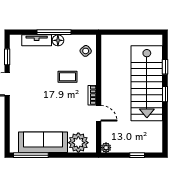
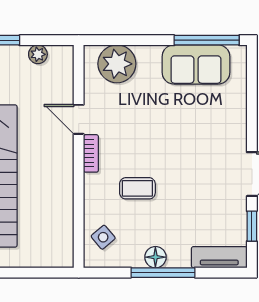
tv unit: (37, 40) -> (219, 257), moved
sofa: (43, 142) -> (196, 64), width x0.73
plant: (106, 148) -> (38, 54), moved

